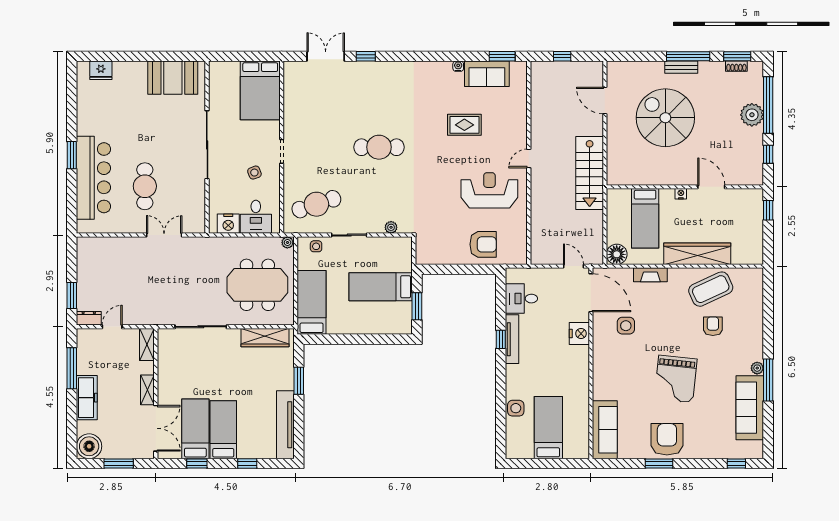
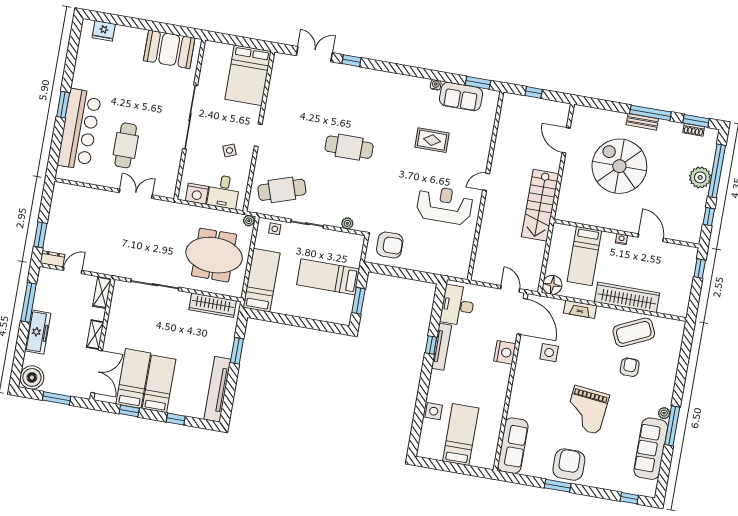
armchair: (483, 244) -> (390, 245), moved
desk: (521, 299) -> (458, 305), width x1.37

